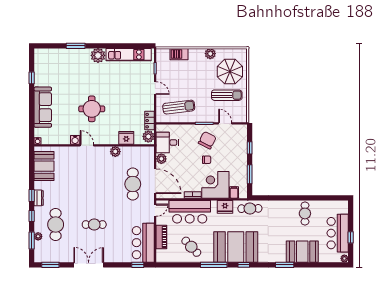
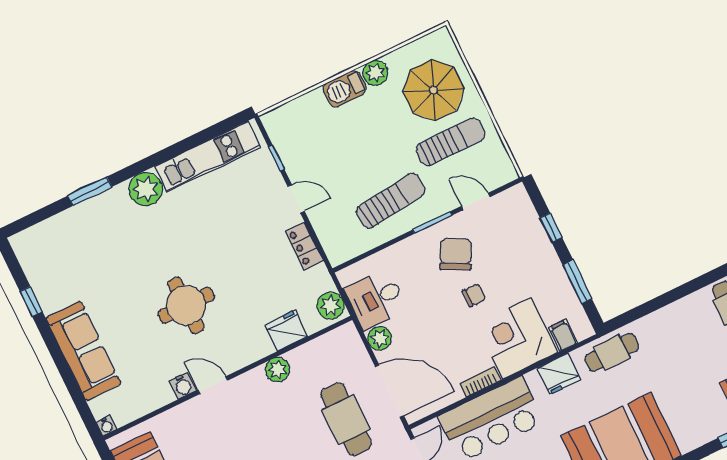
barbecue: (179, 54) -> (345, 89), moved
sun lounger: (179, 107) -> (391, 201), moved
locker: (149, 121) -> (304, 246), moved

